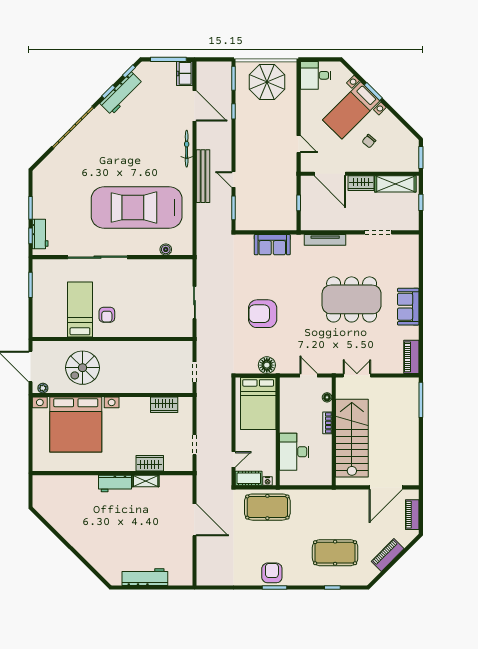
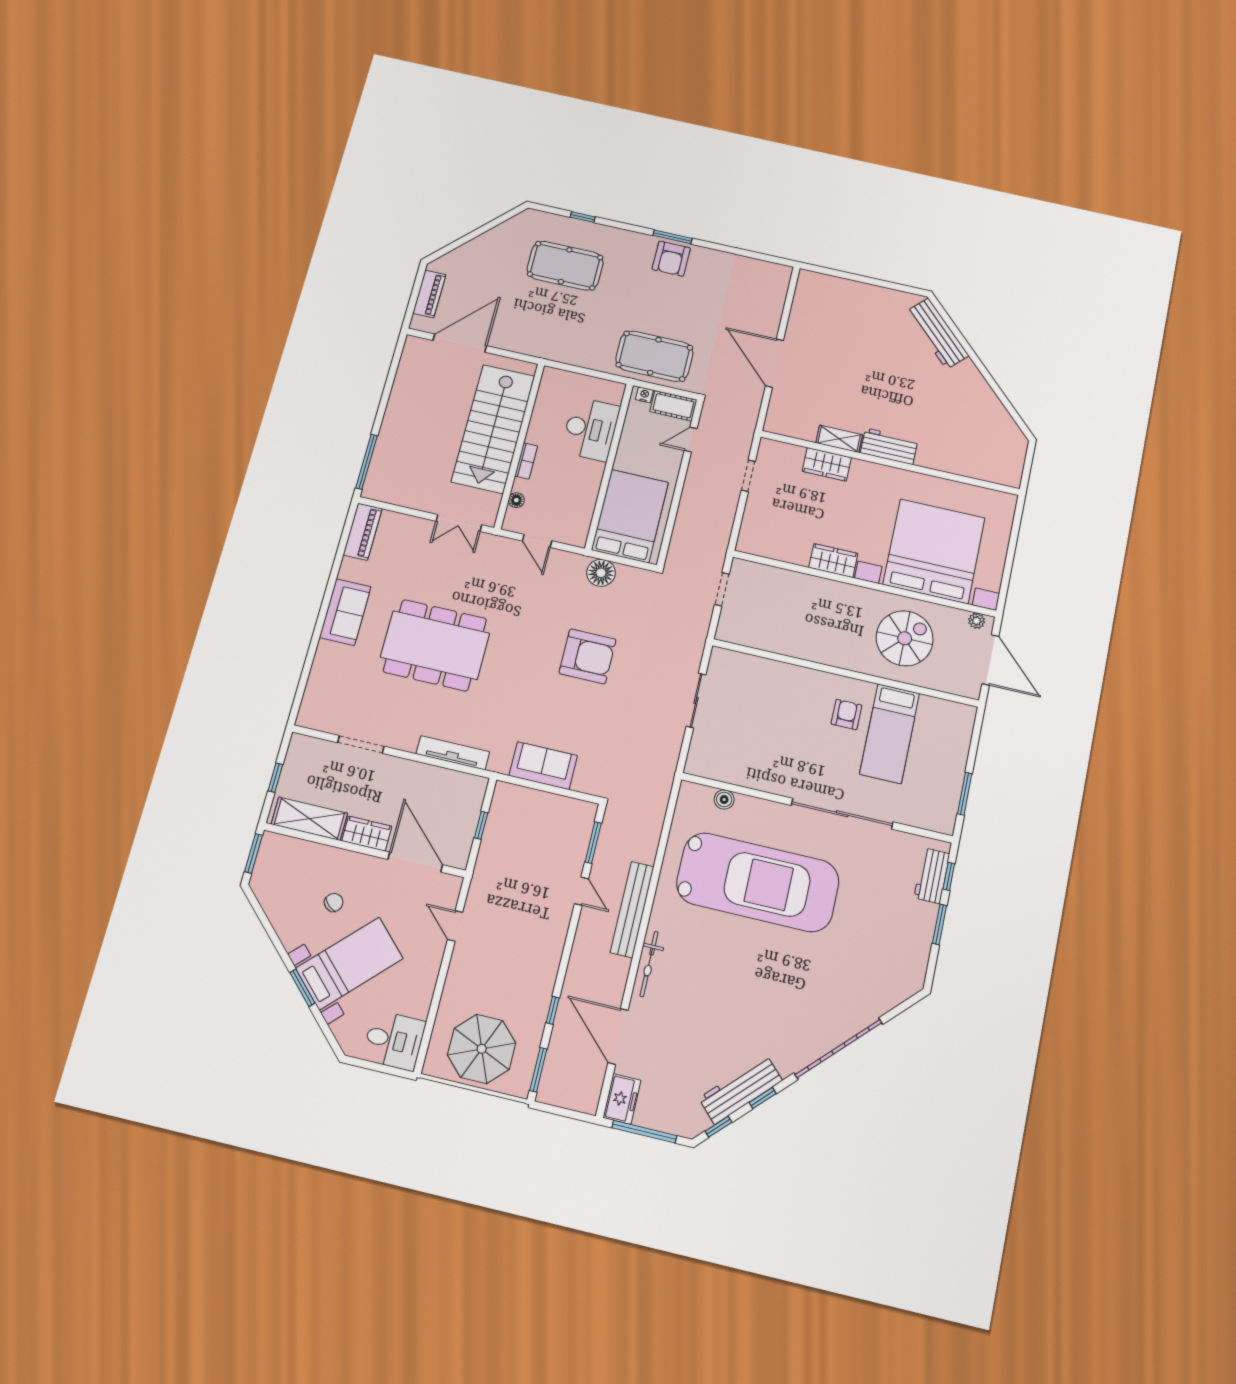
wardrobe: (164, 405) -> (833, 561), moved
piano: (388, 555) -> (484, 244), removed
workbench: (145, 577) -> (937, 334), moved, turned 45

